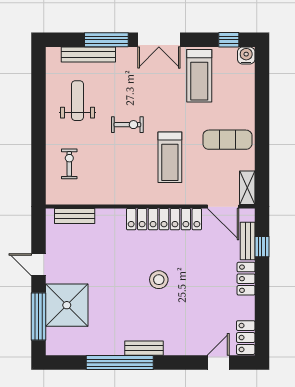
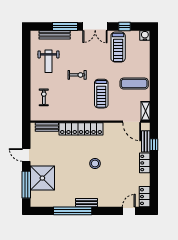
window: (229, 40) -> (125, 26), moved
weight bench: (78, 101) -> (49, 61), turned 180
locker: (164, 219) -> (81, 129), moved

